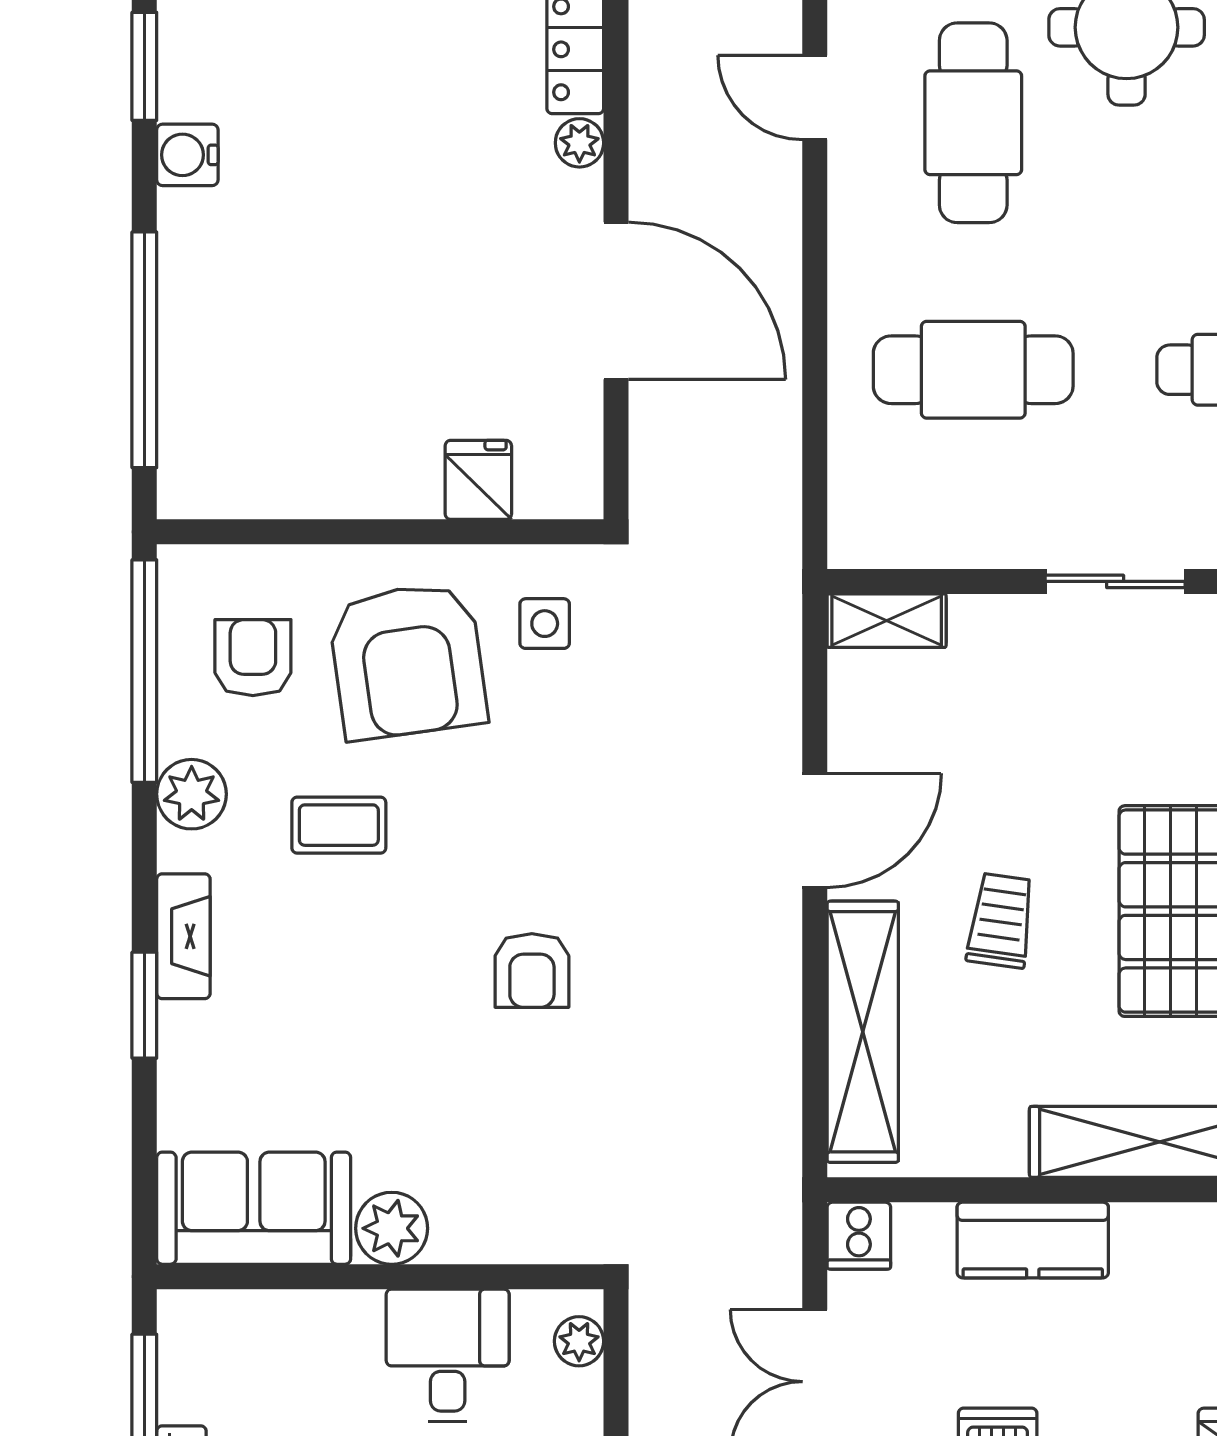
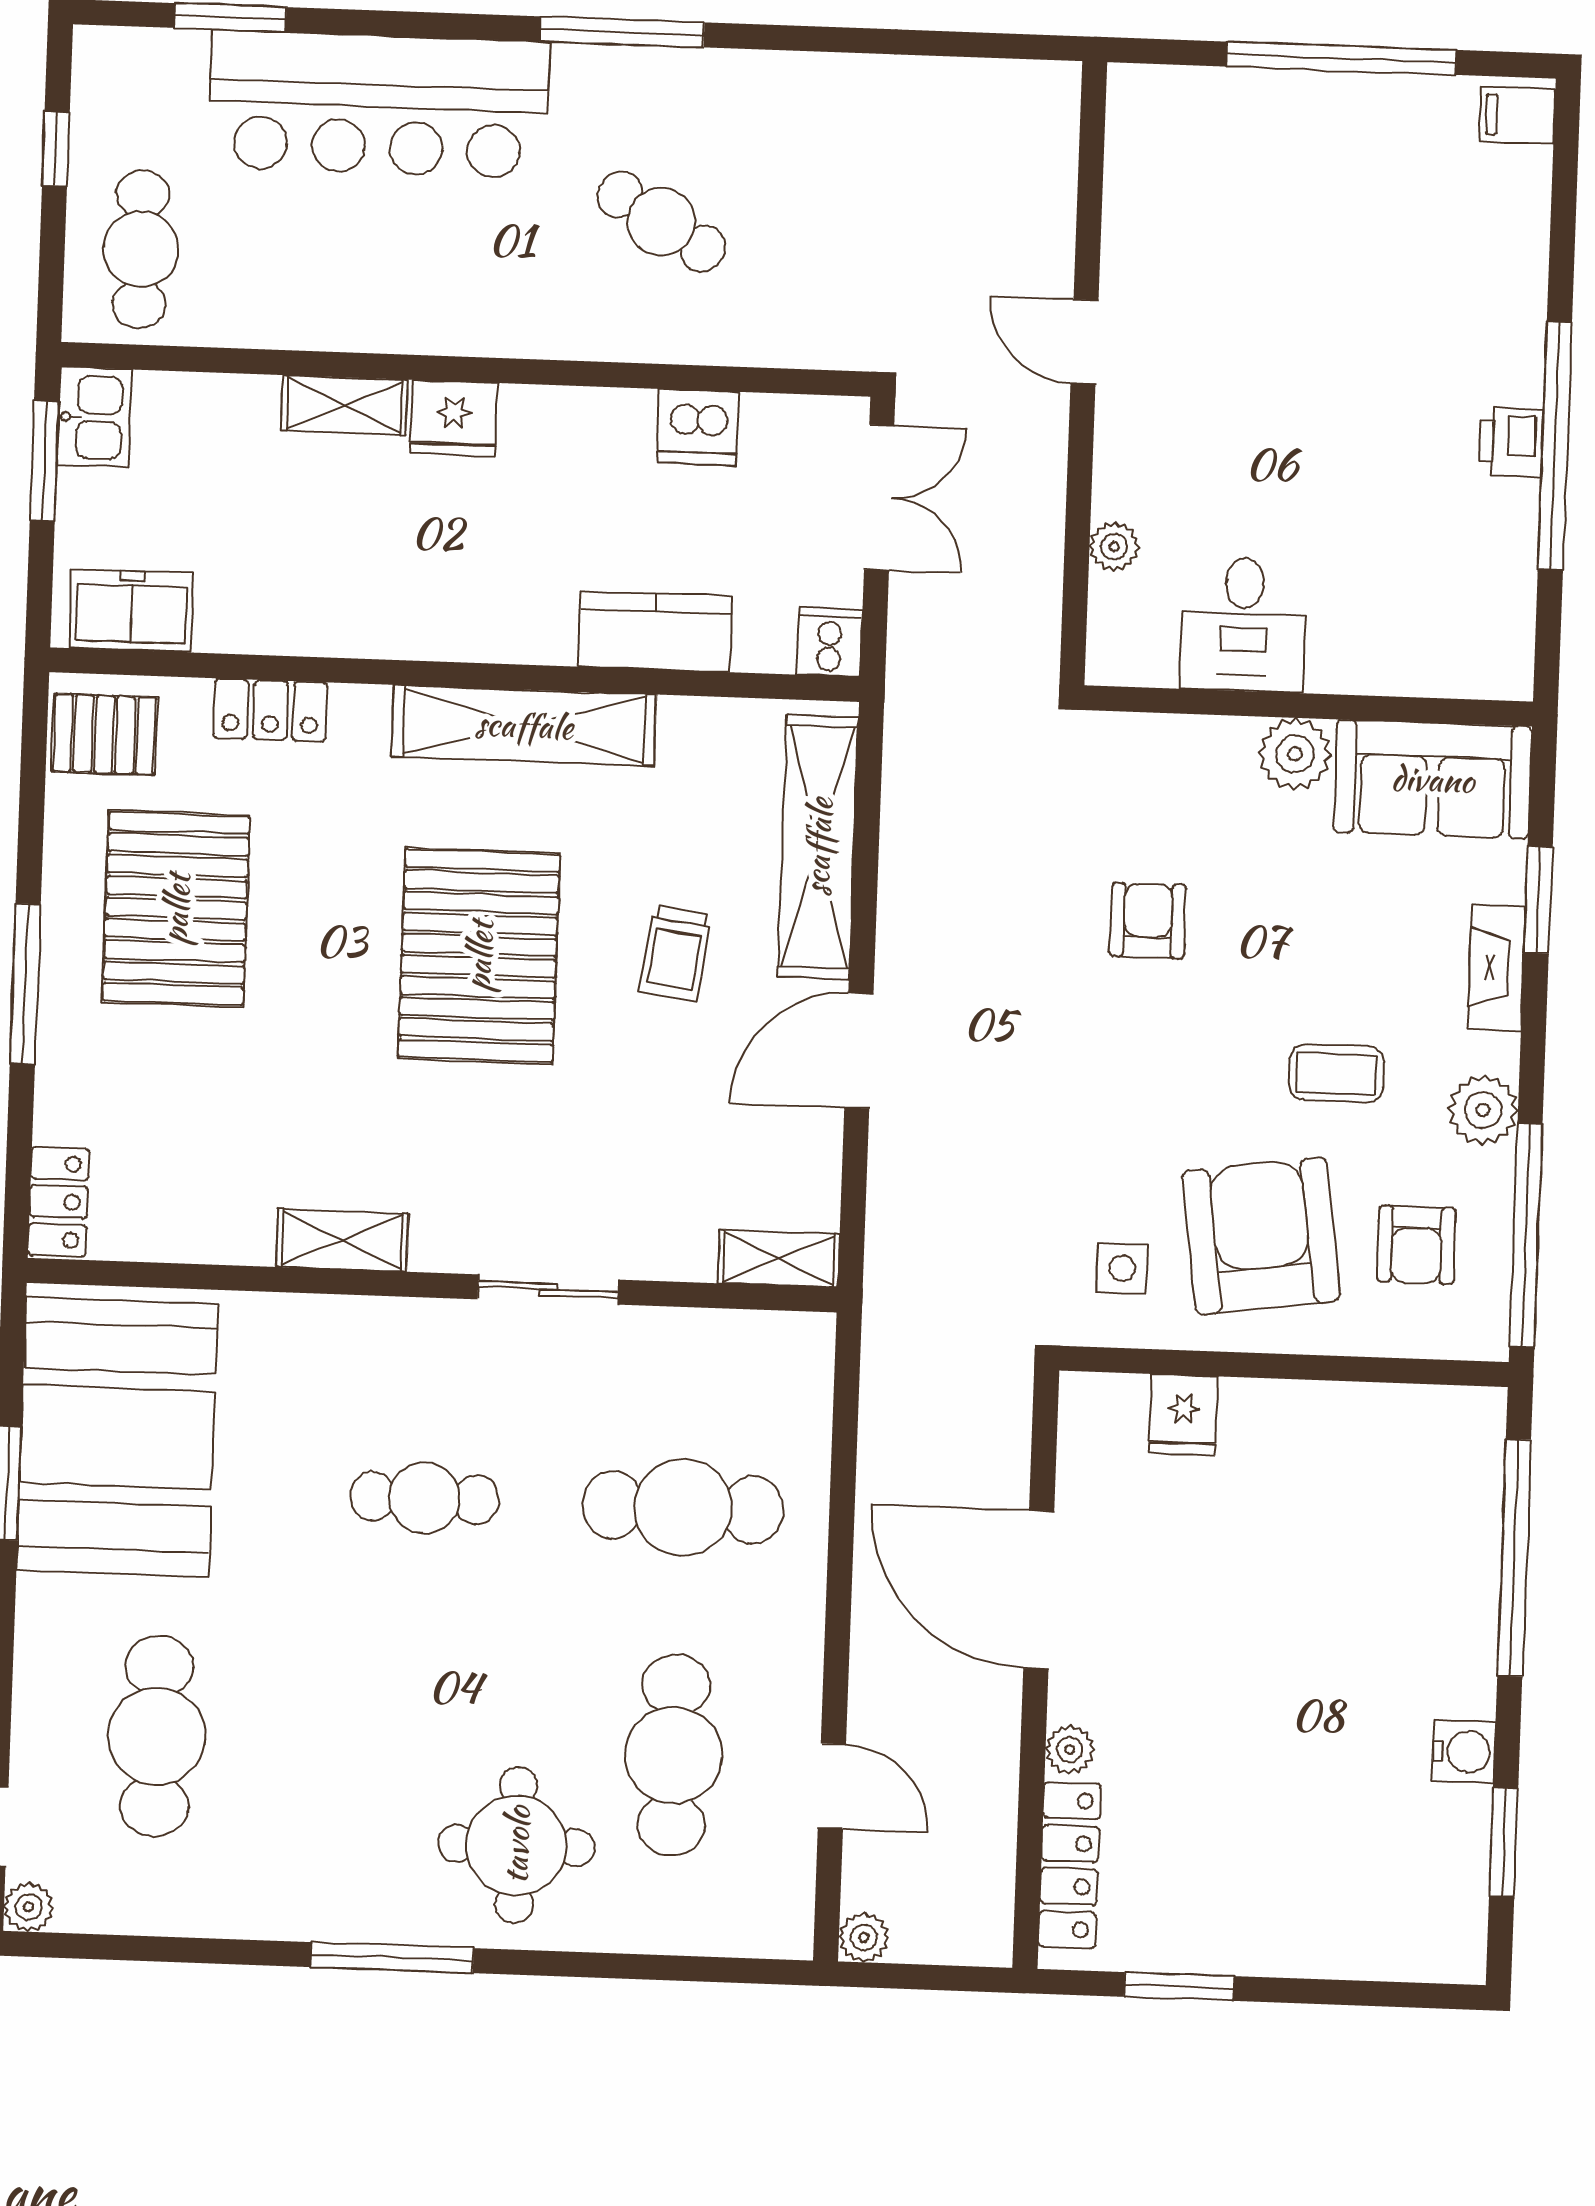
sofa: (254, 1208) -> (1433, 779), moved
plant: (392, 1228) -> (1295, 754), moved
wall: (380, 1277) -> (1308, 706), moved
desk: (448, 1355) -> (1243, 624), moved

